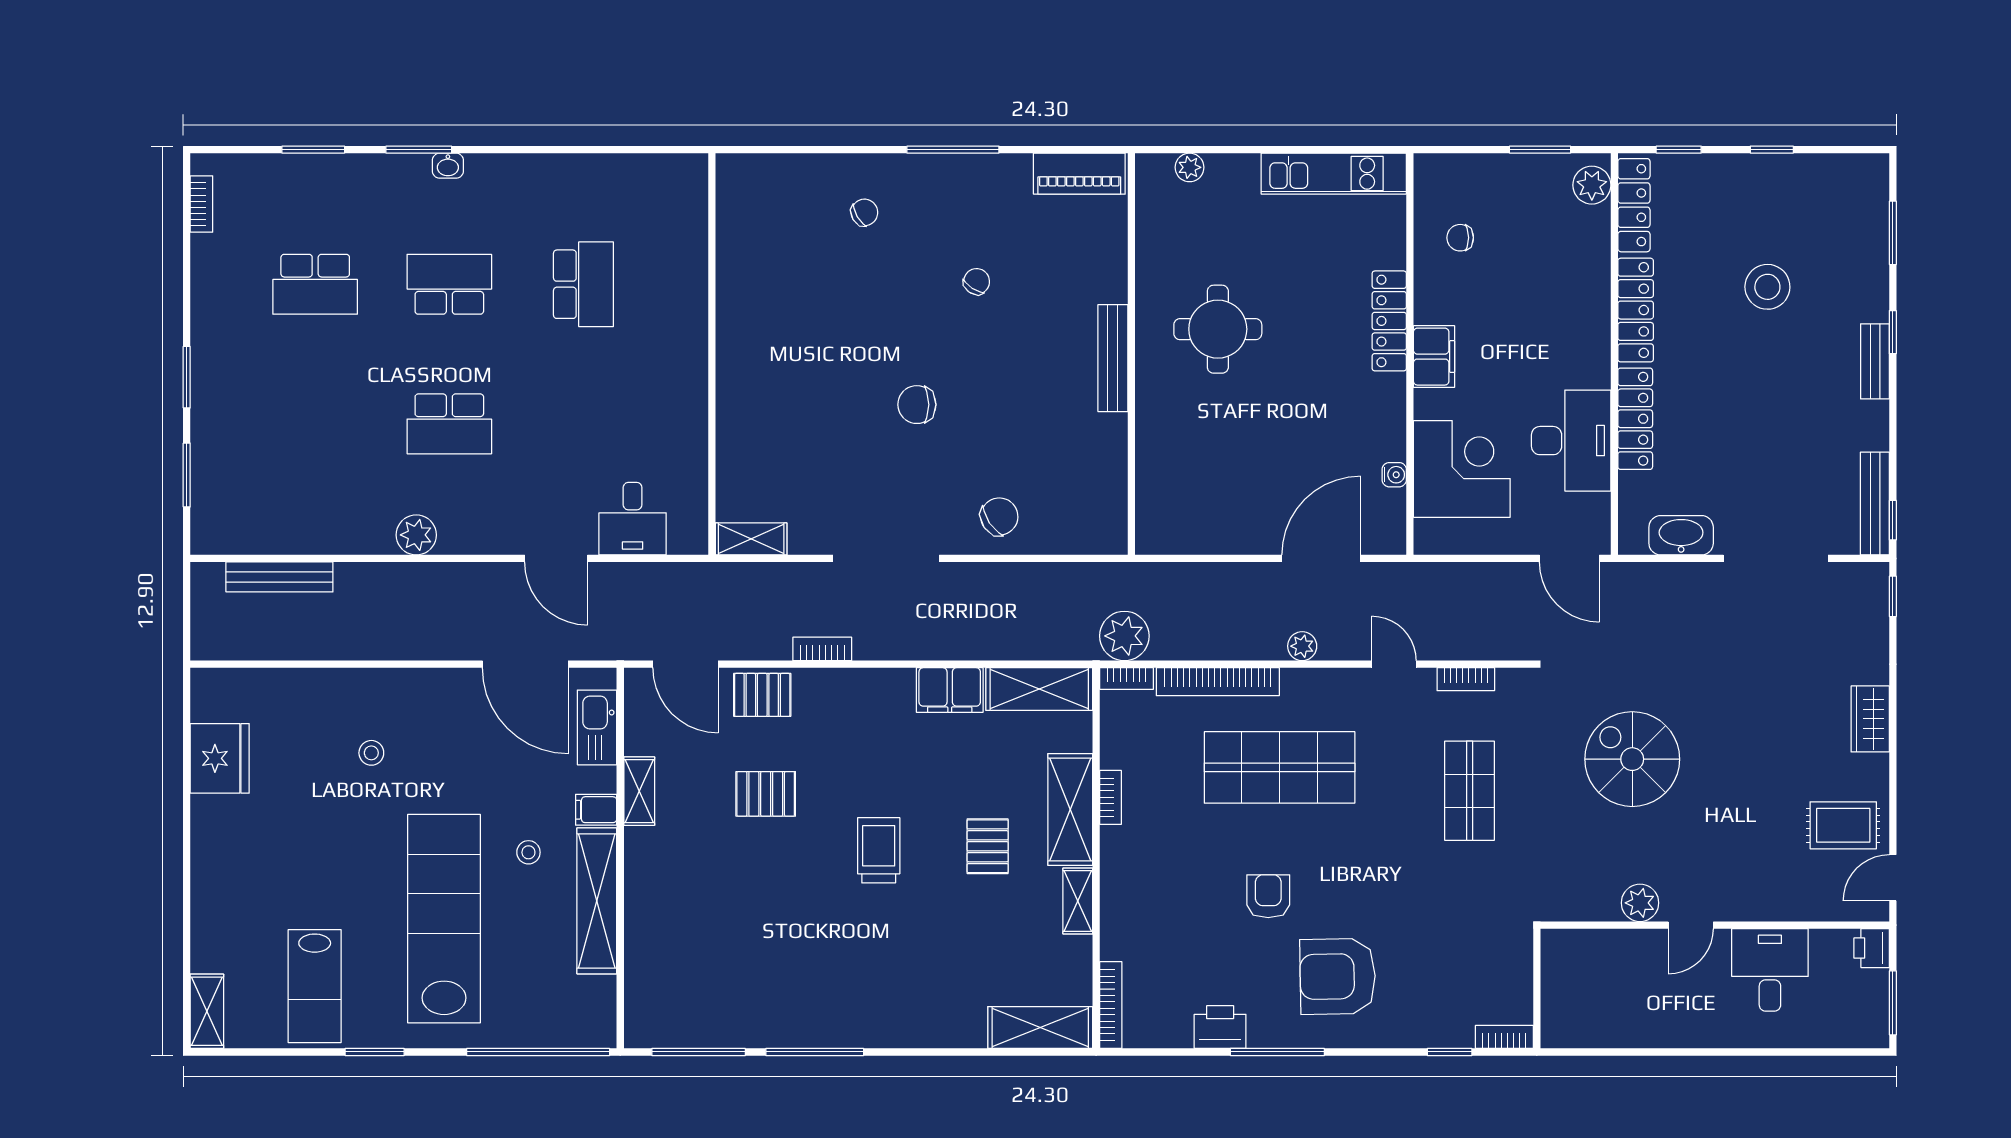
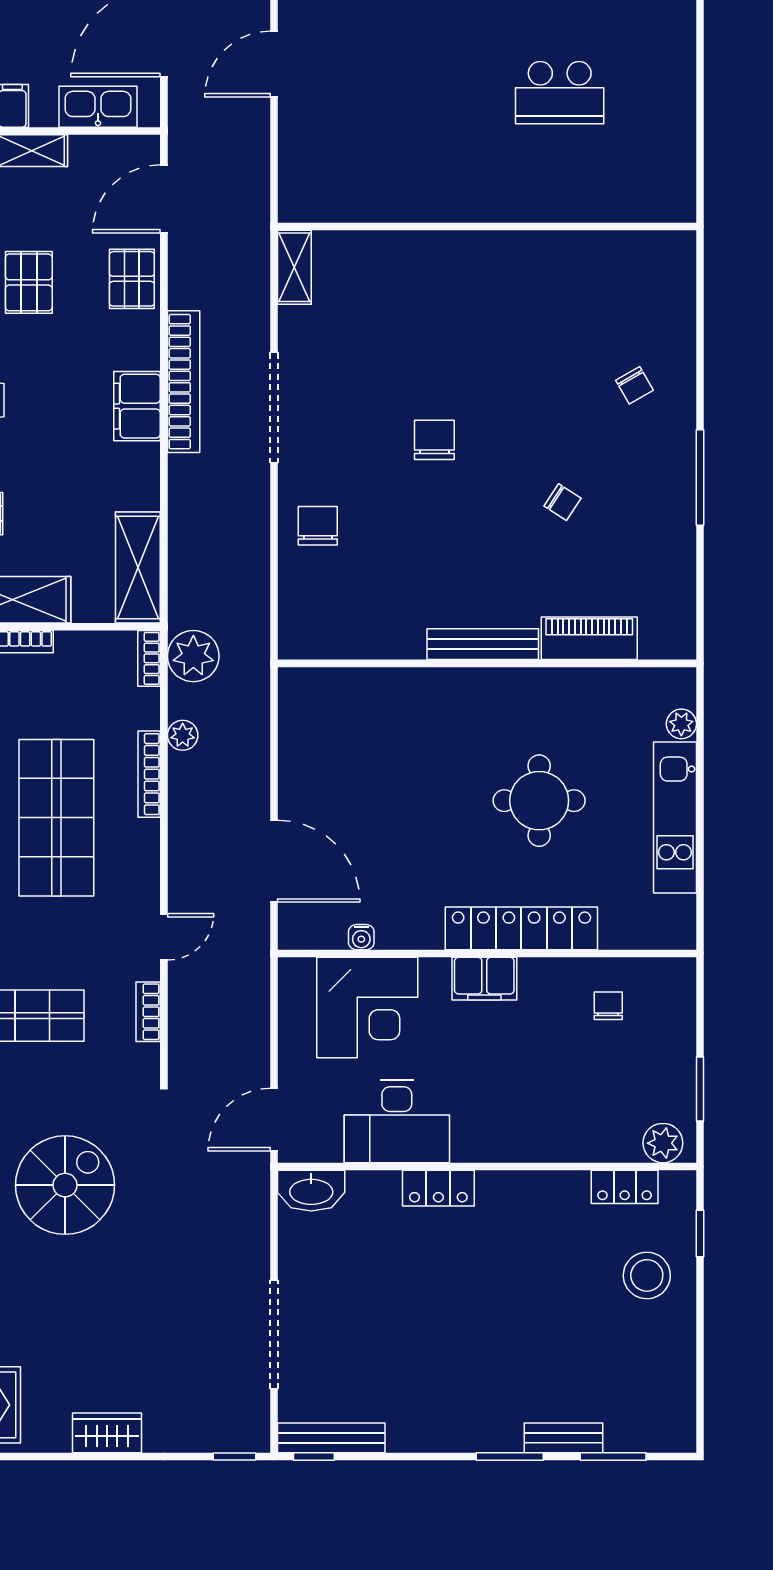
window: (1772, 150) -> (700, 1330), removed
piano: (1079, 174) -> (589, 638), moved, turned 90
kitchen unit: (1334, 174) -> (675, 817), moved
locker: (1634, 205) -> (625, 1187), width x0.66
stool: (1767, 287) -> (647, 1275), moved
locker: (1636, 310) -> (533, 1189), removed
locker: (1389, 321) -> (521, 928), width x1.41, depth x1.21
round table: (1218, 329) -> (539, 801), moved
window: (1893, 332) -> (510, 1457), width x1.50
bench: (1875, 361) -> (563, 1438), moved
locker: (1635, 419) -> (438, 1188), width x0.66
chair: (999, 516) -> (318, 526), turned -146
desk: (633, 519) -> (316, 144), removed
washbasin: (1681, 535) -> (311, 1191), moved, turned 90
plant: (1302, 646) -> (183, 735), moved
bookcase: (822, 649) -> (184, 382), width x2.31, depth x1.31
bookcase: (1218, 682) -> (149, 774), width x0.68, depth x0.76
filing cabinet: (950, 690) -> (137, 406), moved

